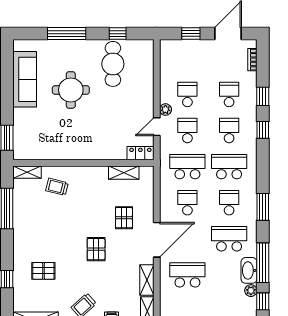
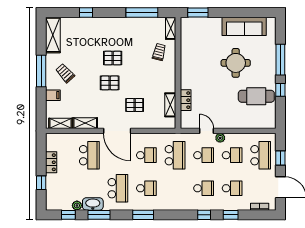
window: (118, 34) -> (280, 90), moved
locker: (140, 153) -> (186, 100), moved
school desk: (229, 167) -> (261, 155), moved
window: (263, 263) -> (99, 215), width x0.69
pallet: (43, 271) -> (113, 58), moved, turned 90

